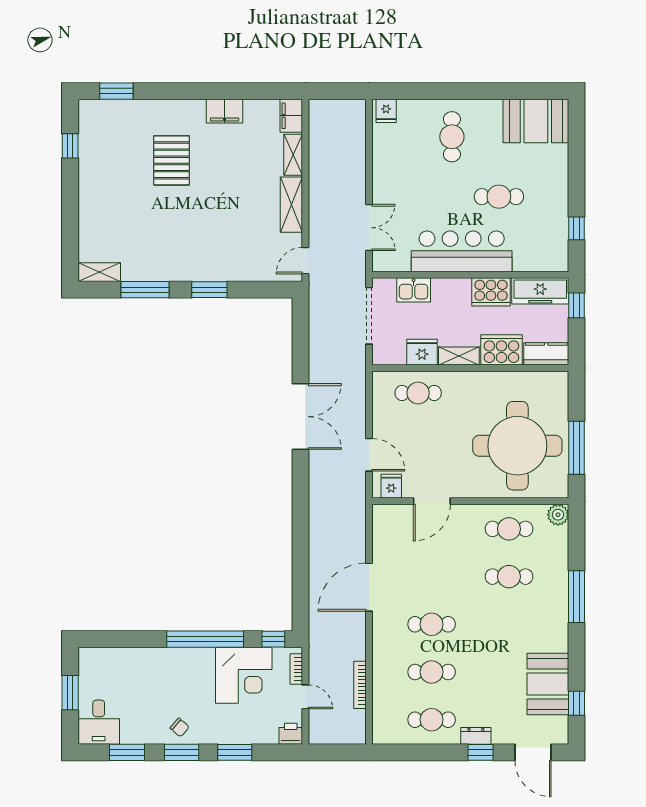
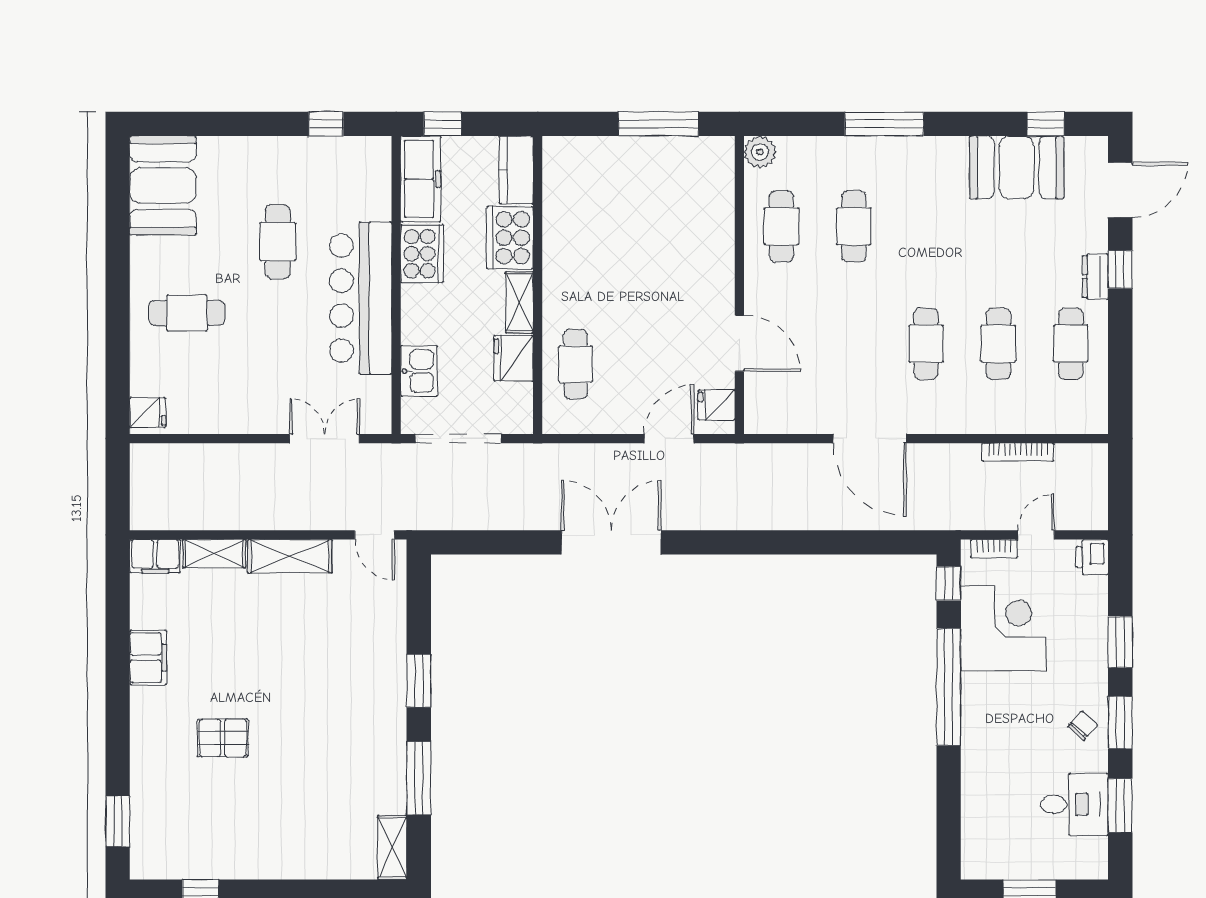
pallet: (171, 160) -> (223, 738), width x0.67, depth x0.71
round table: (517, 446) -> (655, 214), removed
desk: (99, 722) -> (1074, 804), moved

